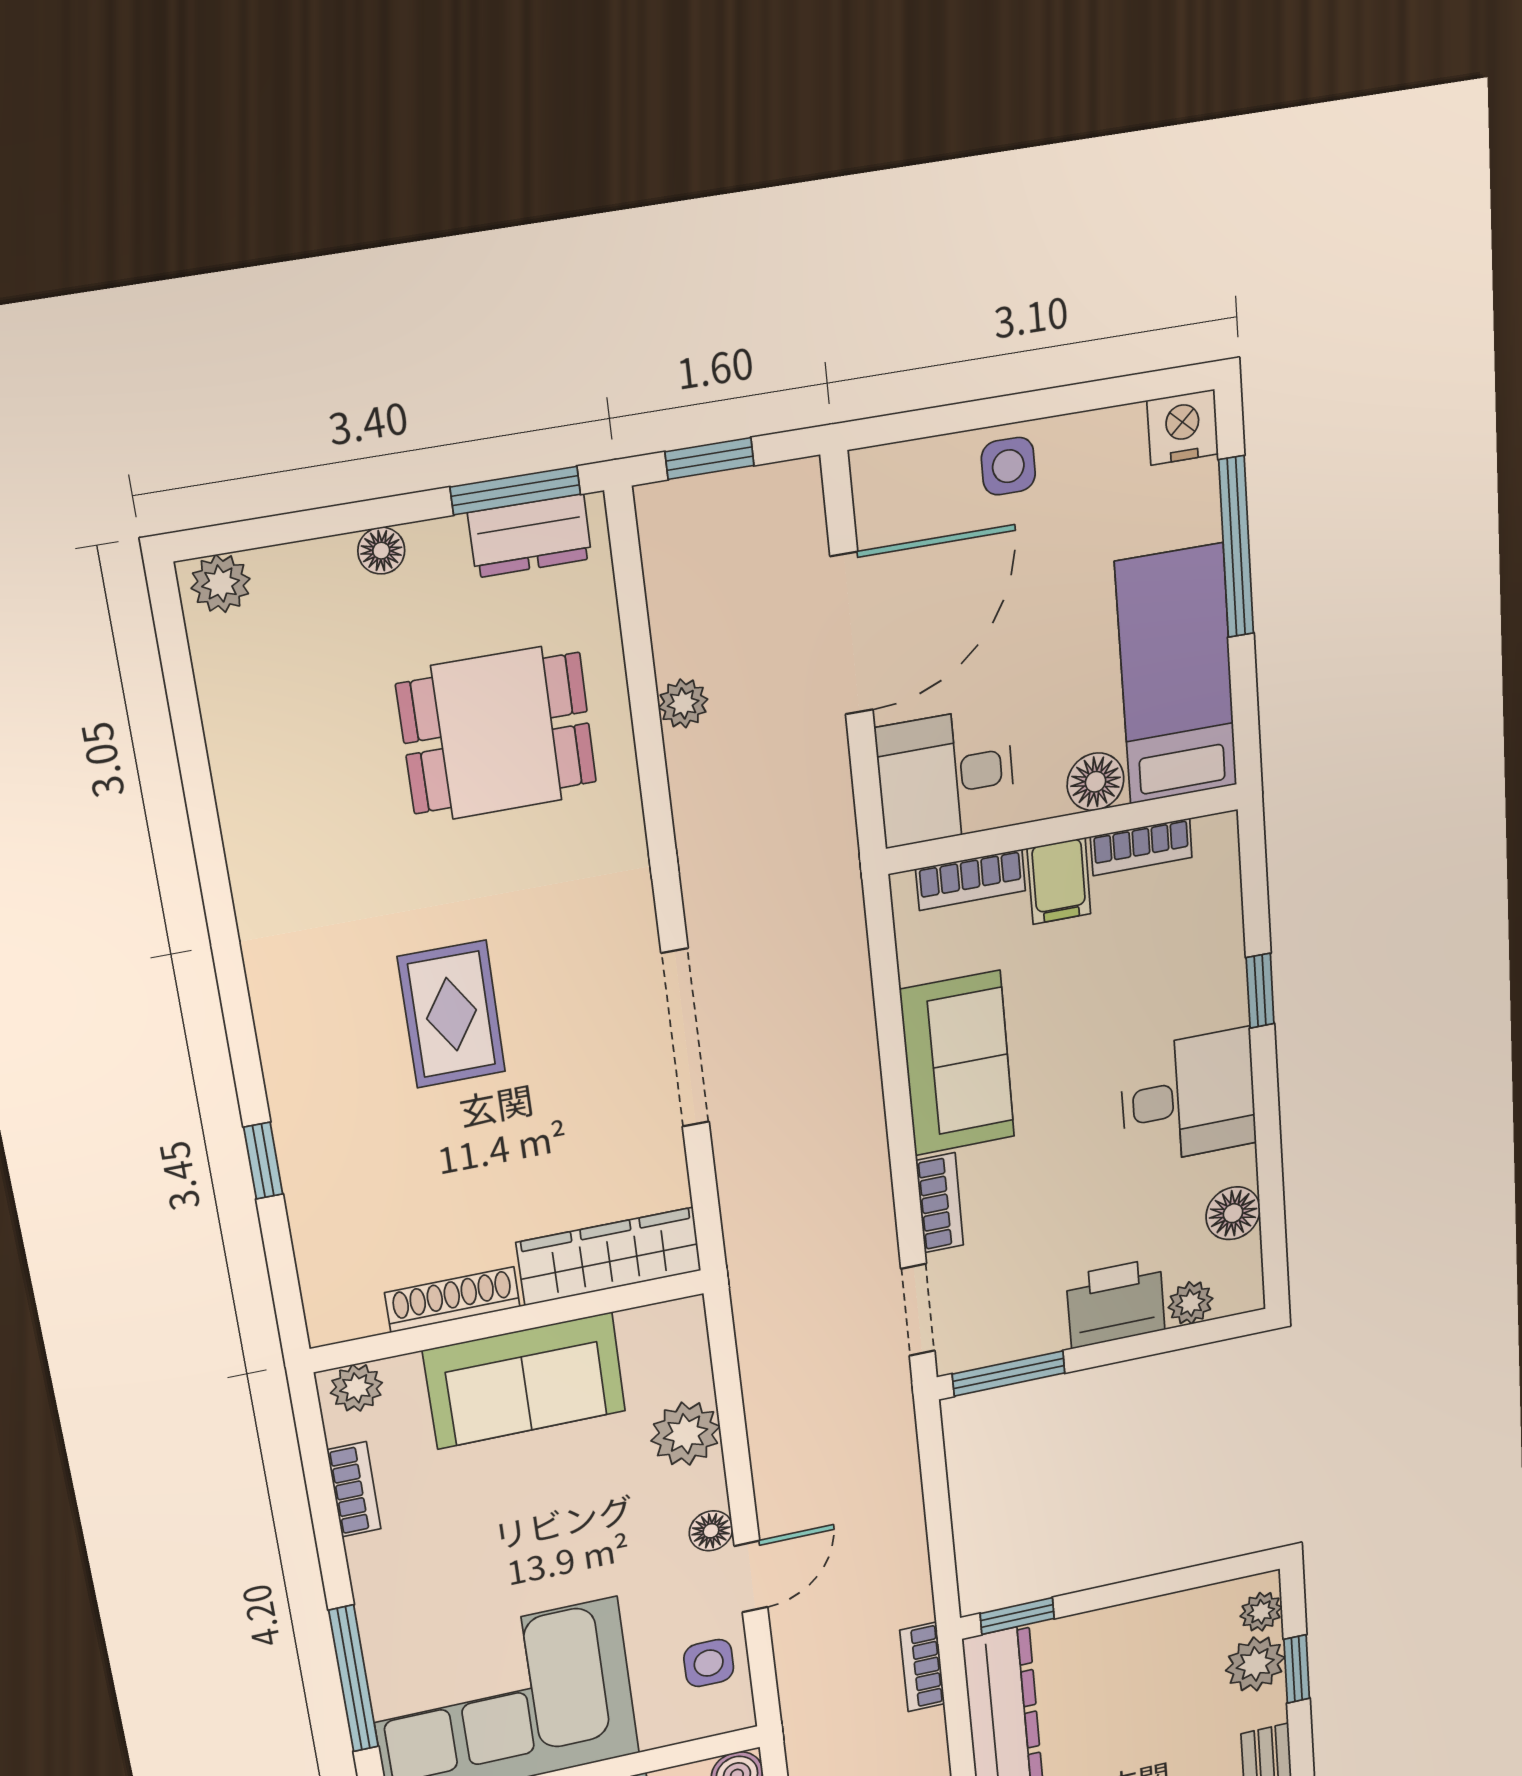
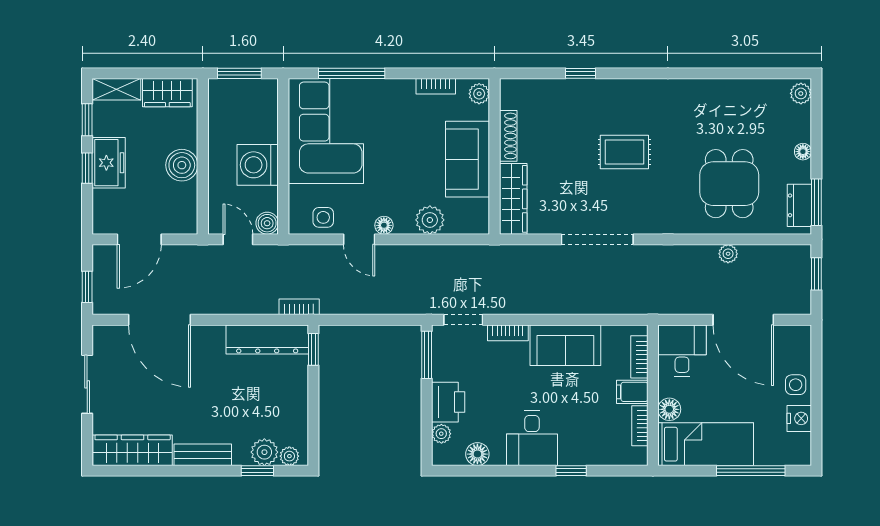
nightstand: (1183, 427) -> (799, 418), moved

